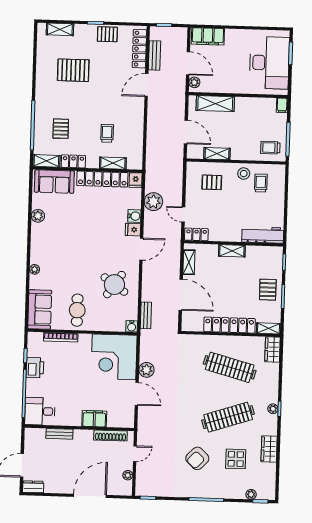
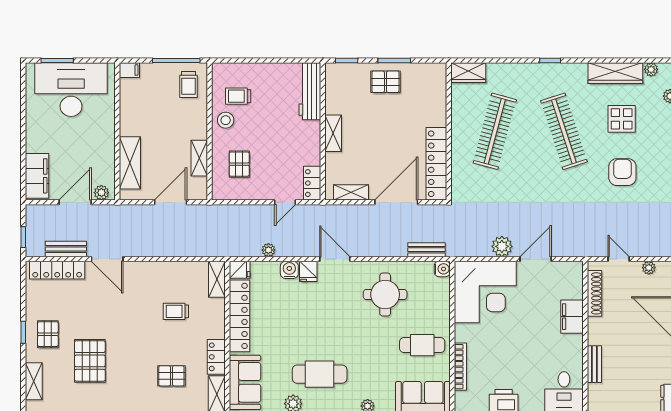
pallet: (107, 34) -> (48, 334), moved
shelving: (113, 163) -> (217, 279), moved
plant: (153, 202) -> (268, 250), width x0.53, depth x0.53
cafe table: (59, 235) -> (320, 374), added
round table: (114, 285) -> (385, 295), turned -35
locker: (229, 325) -> (436, 164), moved
shelving: (269, 328) -> (439, 79), removed
plant: (273, 409) -> (651, 69), moved
wardrobe: (269, 449) -> (615, 73), width x1.50
armchair: (197, 458) -> (622, 172), turned -134

